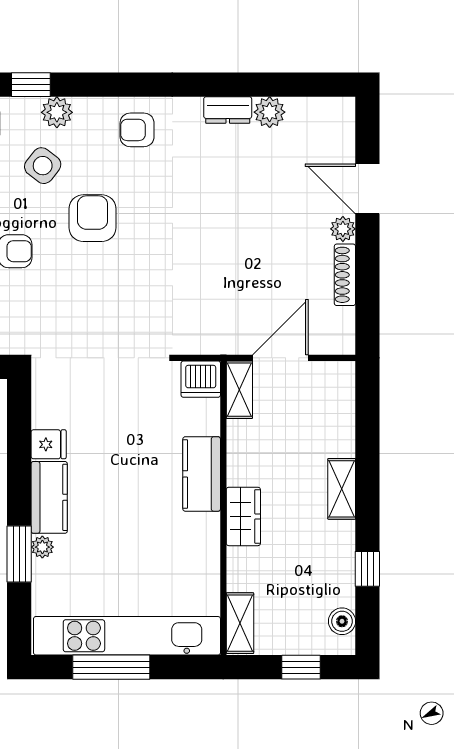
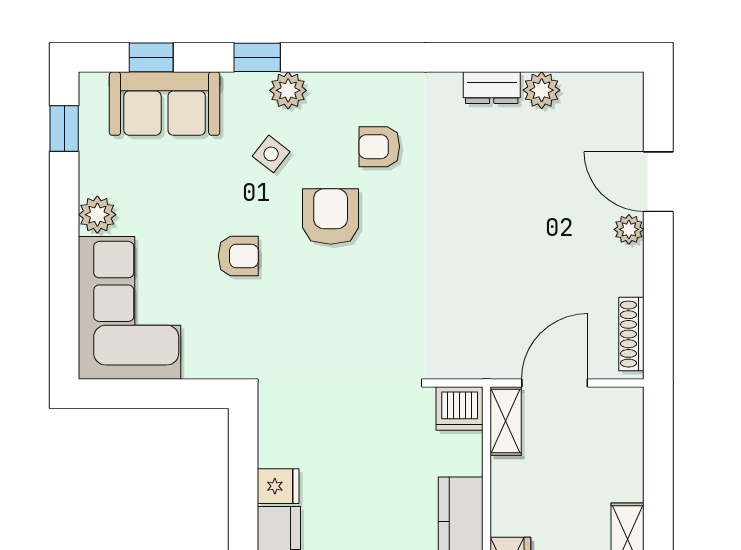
armchair: (137, 130) -> (379, 147), moved
side table: (43, 166) -> (271, 154), width x0.73, depth x0.73
shoe rack: (345, 275) -> (631, 334), moved

